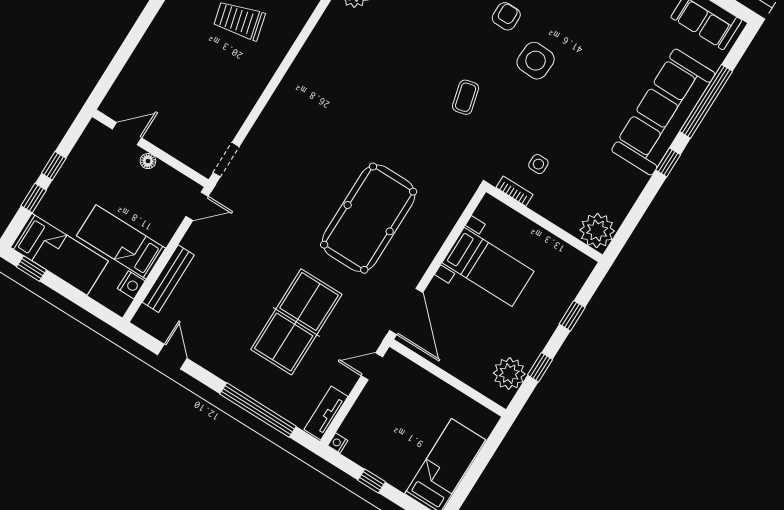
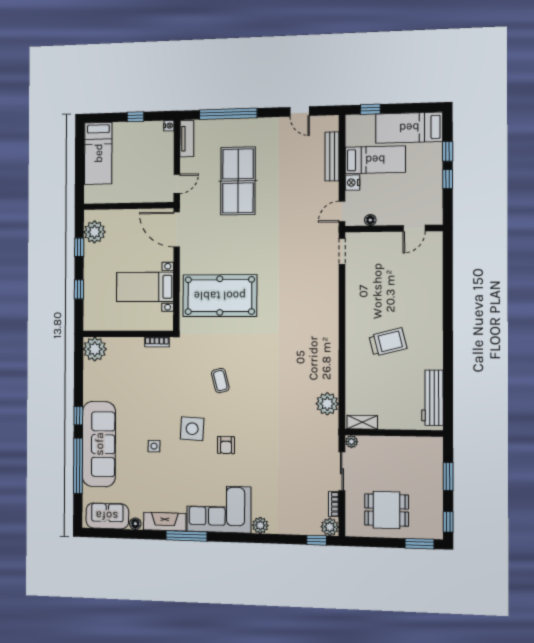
floor lamp: (148, 161) -> (370, 220), moved
side table: (538, 164) -> (154, 446), moved
pool table: (369, 218) -> (220, 296), moved, turned 90
window: (31, 268) -> (370, 109), moved
nightstand: (131, 285) -> (352, 183), moved

